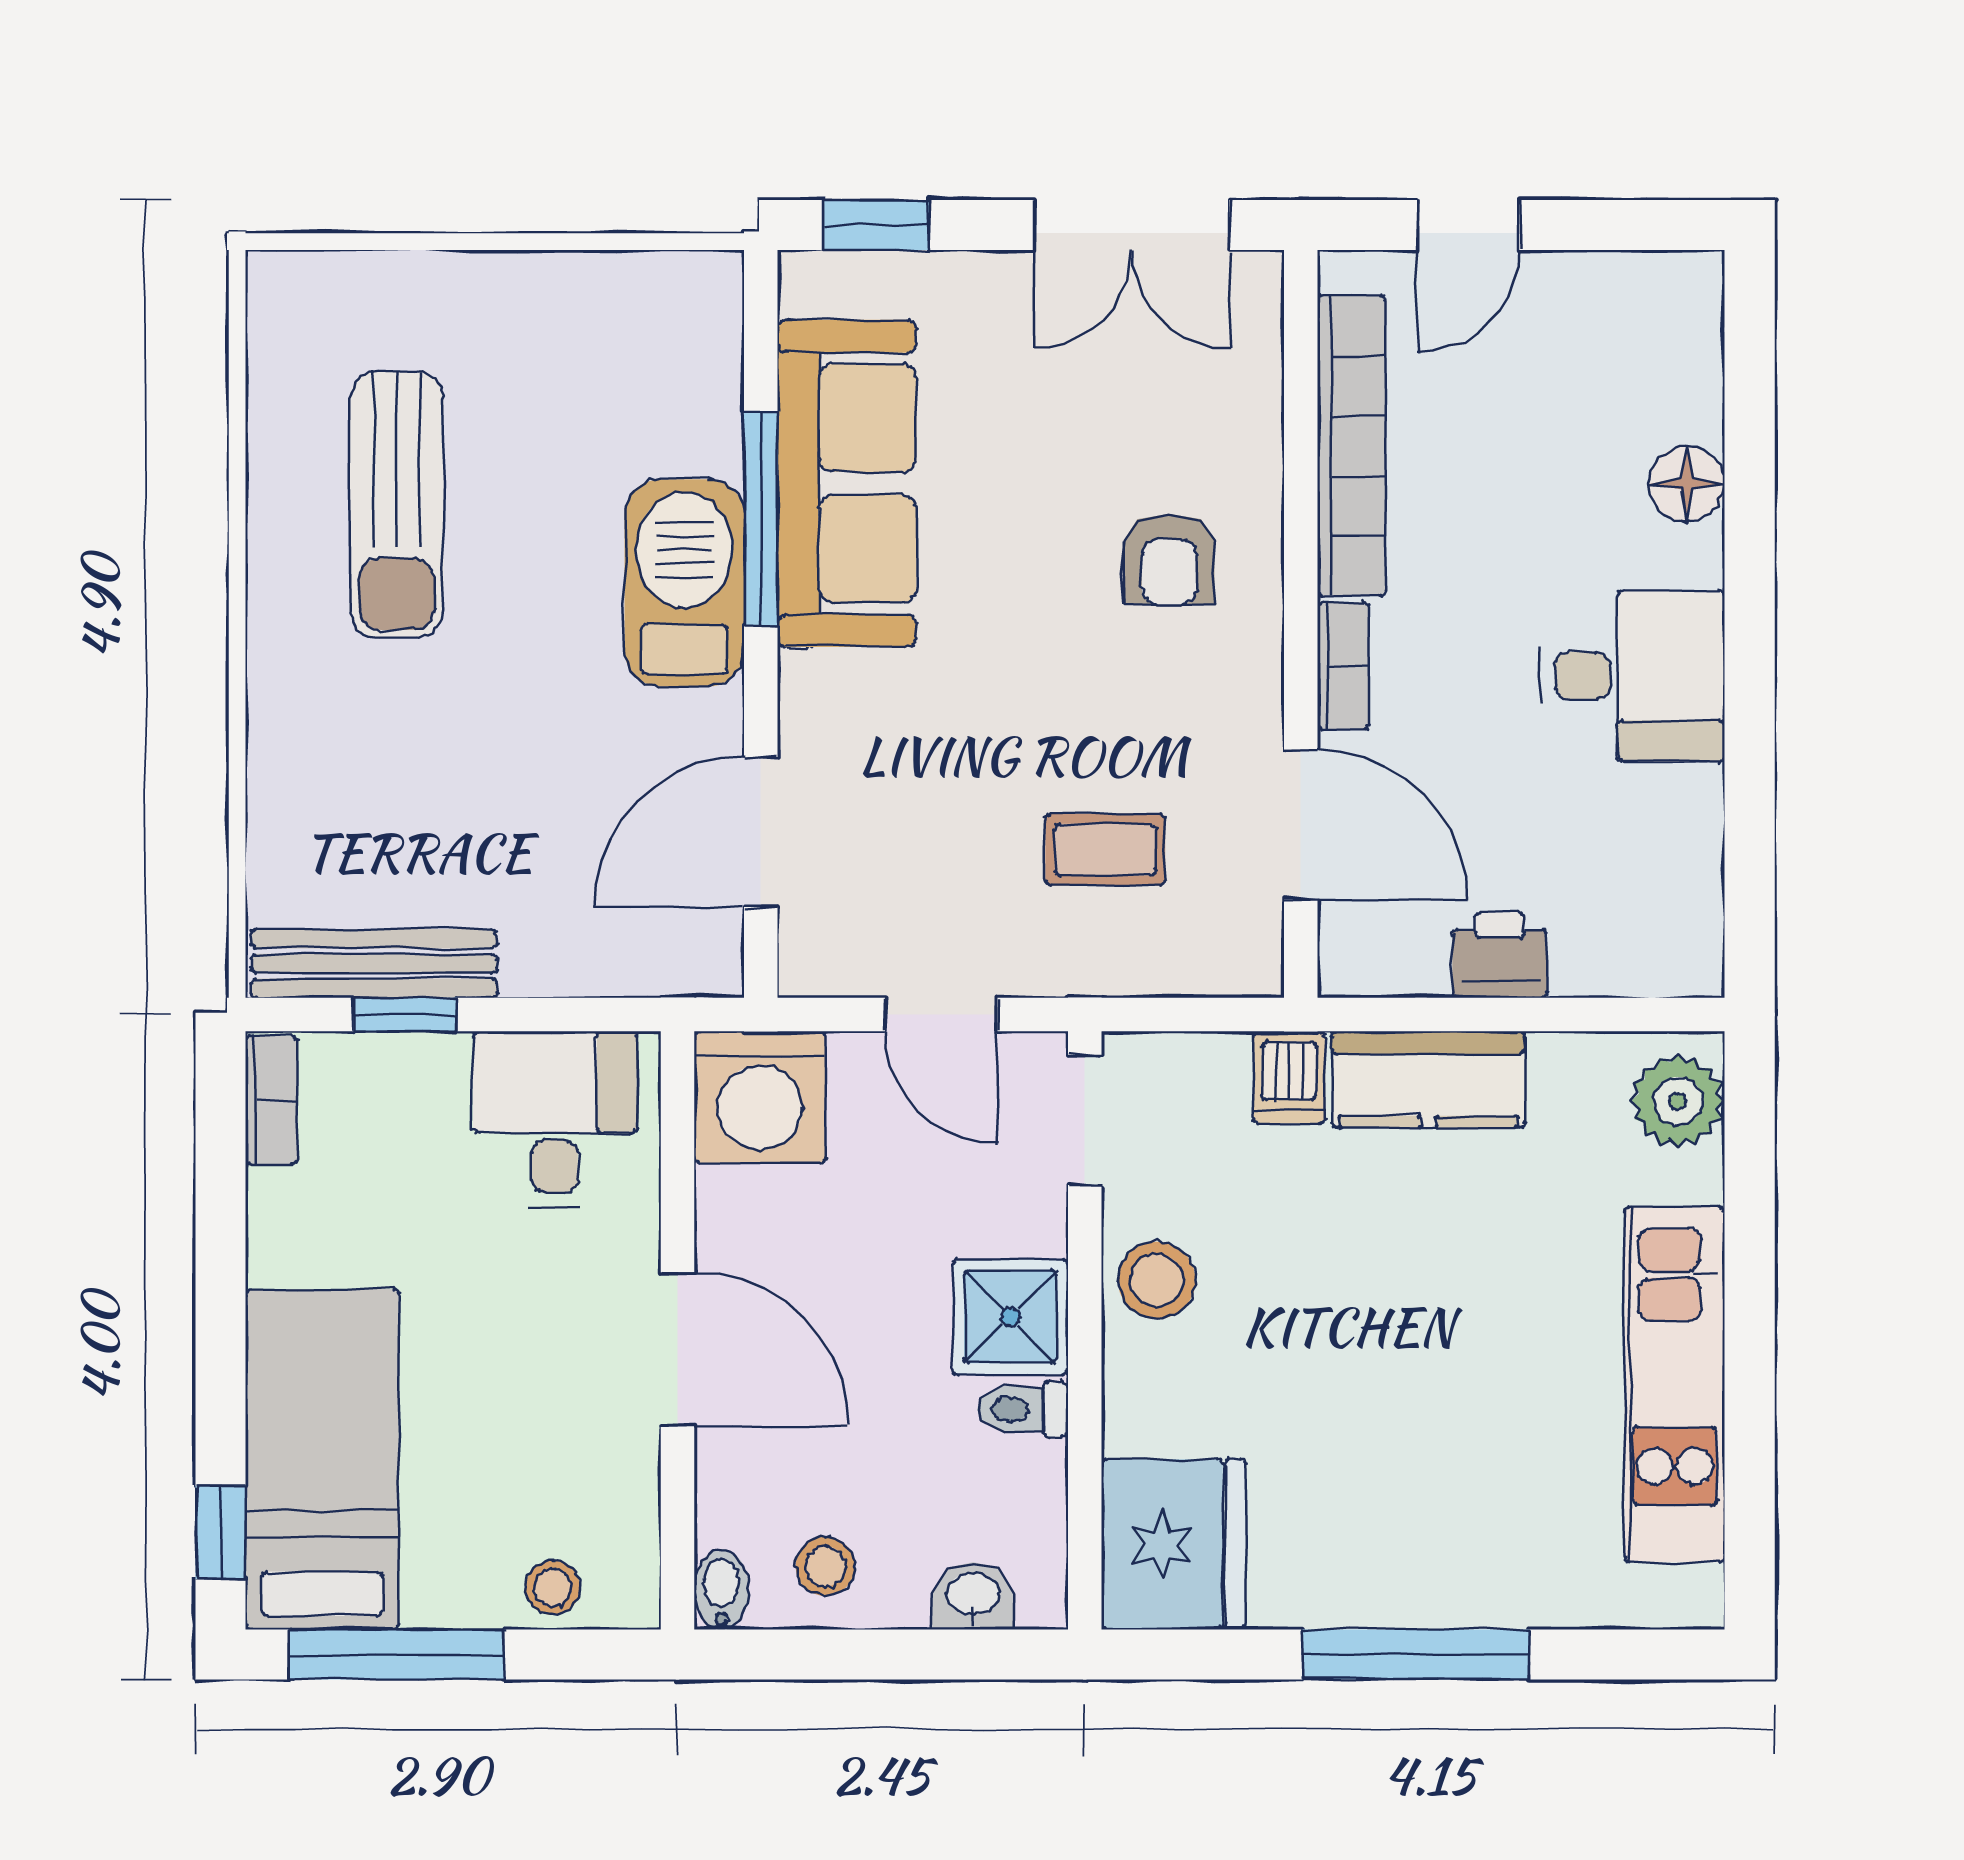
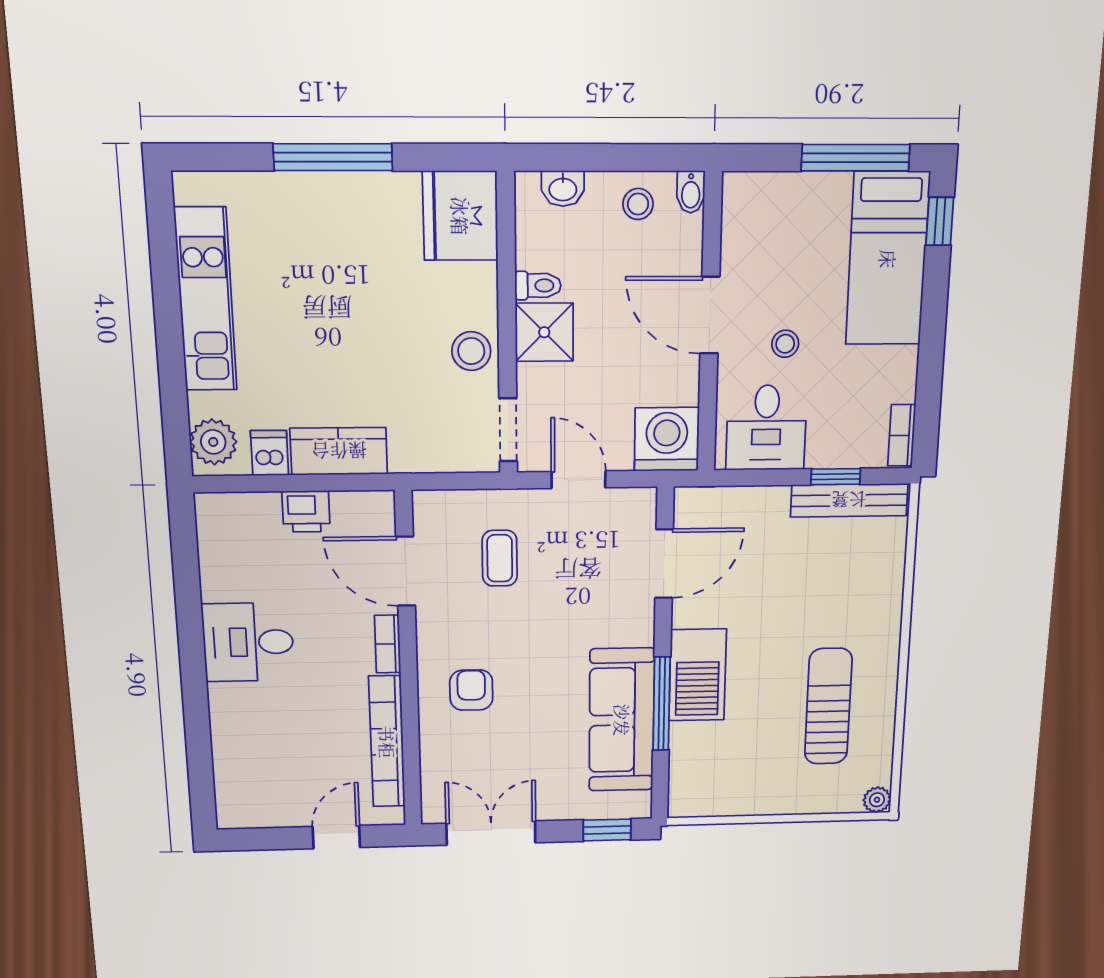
plant: (277, 281) -> (877, 800), added
floor lamp: (1687, 484) -> (228, 728), removed
coffee table: (1105, 850) -> (500, 558), turned 90
dishwasher: (1289, 1077) -> (270, 453), moved
stool: (553, 1588) -> (785, 344), moved

